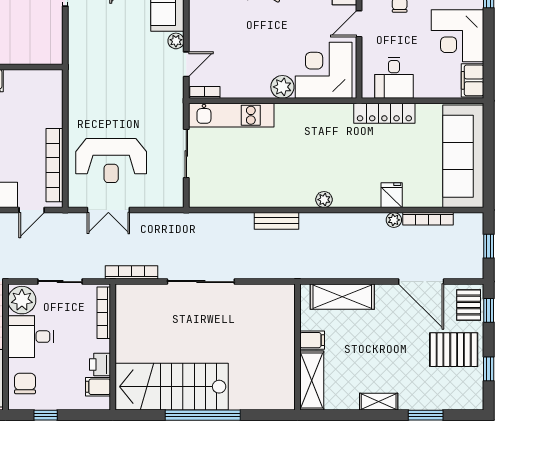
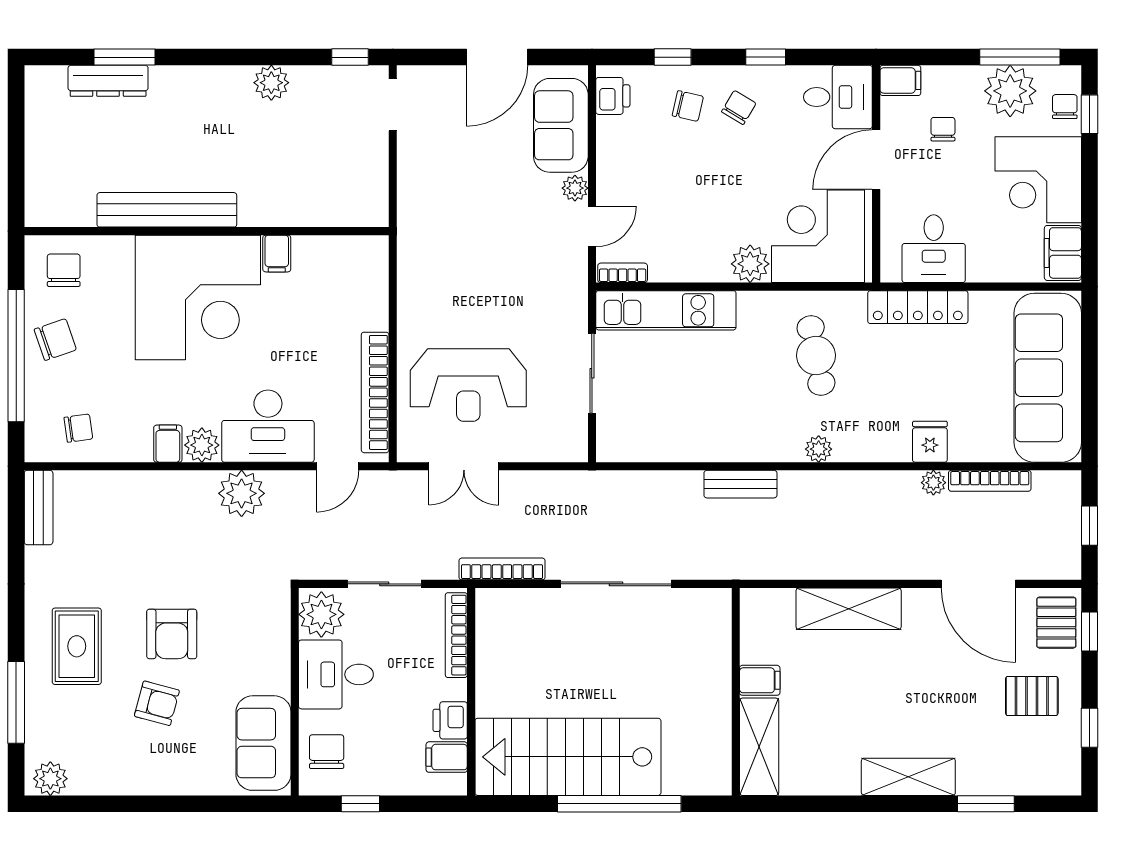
door: (359, 24) -> (876, 160), width x1.38
cafe table: (322, 143) -> (816, 356), added
filing cabinet: (312, 340) -> (760, 680), moved
wall: (297, 347) -> (736, 692), moved
pallet: (454, 350) -> (1032, 696), width x0.67, depth x0.71
shelving: (312, 381) -> (759, 747), moved
shelving: (379, 402) -> (908, 777), width x1.50, depth x1.33

